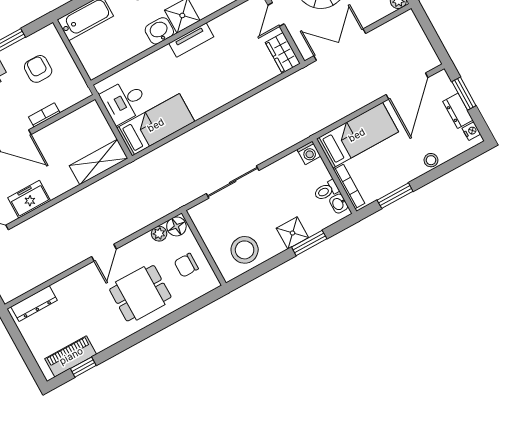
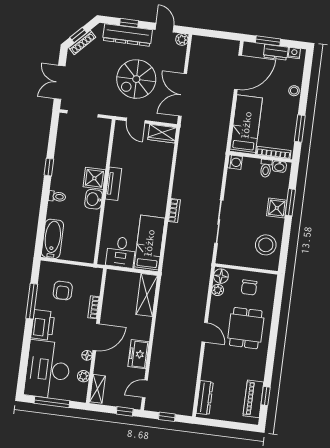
armchair: (38, 69) -> (63, 291), turned -90
door: (407, 86) -> (238, 72), hinge flipped
bookcase: (210, 126) -> (174, 211), added

